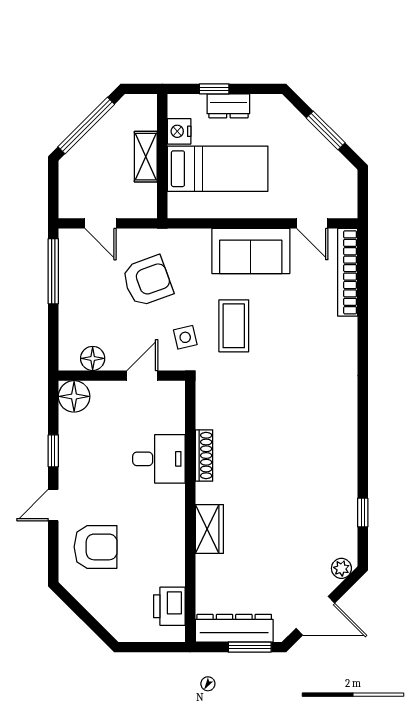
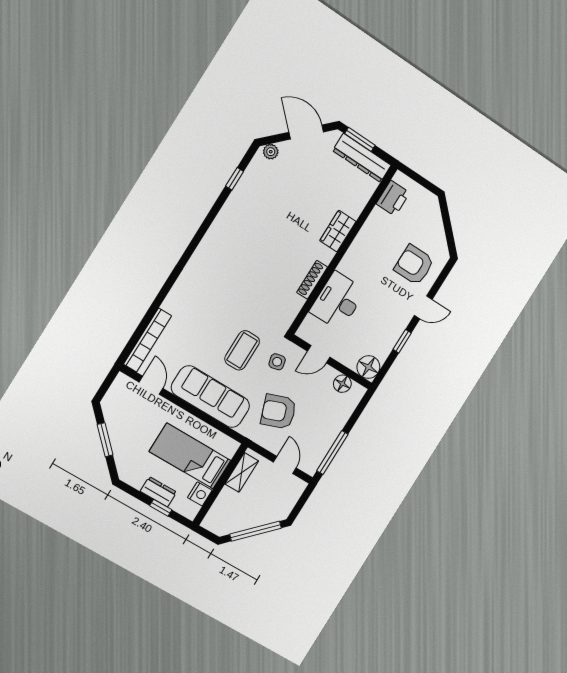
shelving: (146, 157) -> (242, 472), moved
sofa: (251, 251) -> (211, 397), width x1.36
desk: (159, 459) -> (338, 301), width x1.37

